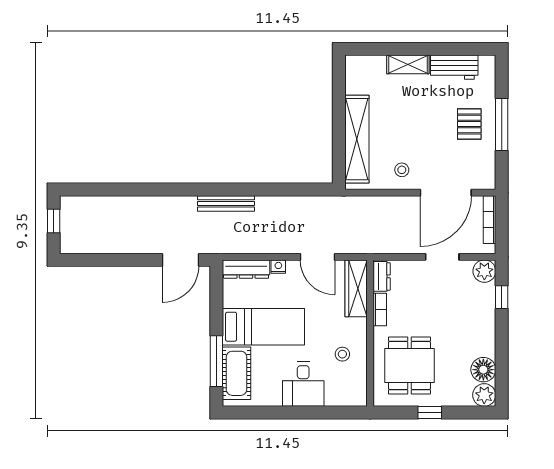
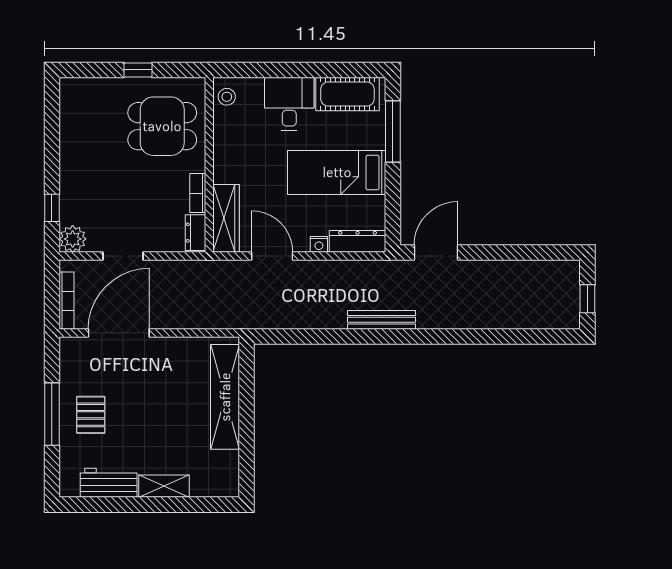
stool: (402, 170) -> (171, 360), removed
stool: (342, 354) -> (227, 97), moved
dining table: (409, 365) -> (162, 126), turned 90
floor lamp: (483, 370) -> (74, 121), removed
cot: (237, 373) -> (347, 94), moved, turned 90
plant: (484, 395) -> (73, 91), removed

